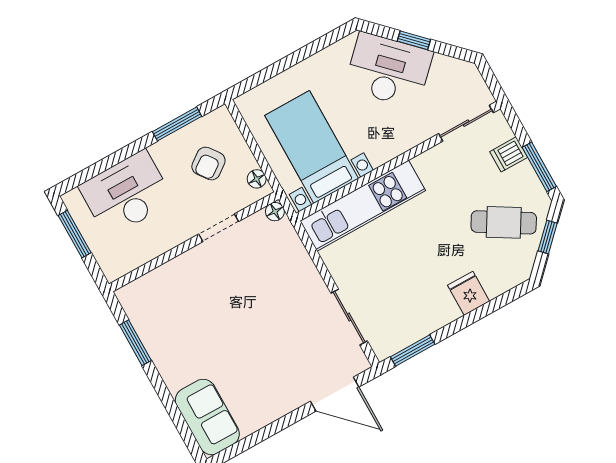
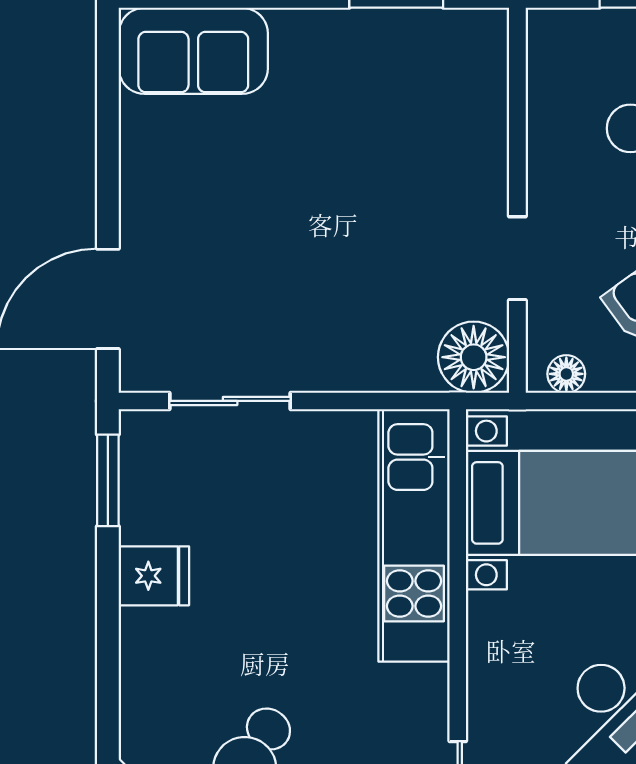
floor lamp: (275, 212) -> (474, 357), width x1.89, depth x1.89
fridge: (469, 293) -> (154, 576), moved

